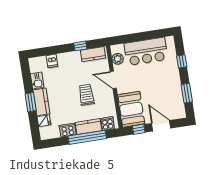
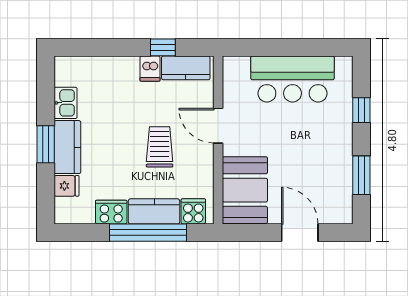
plant: (118, 59) -> (234, 85), removed
dishwasher: (52, 61) -> (150, 69), moved
window: (139, 129) -> (254, 233), removed

